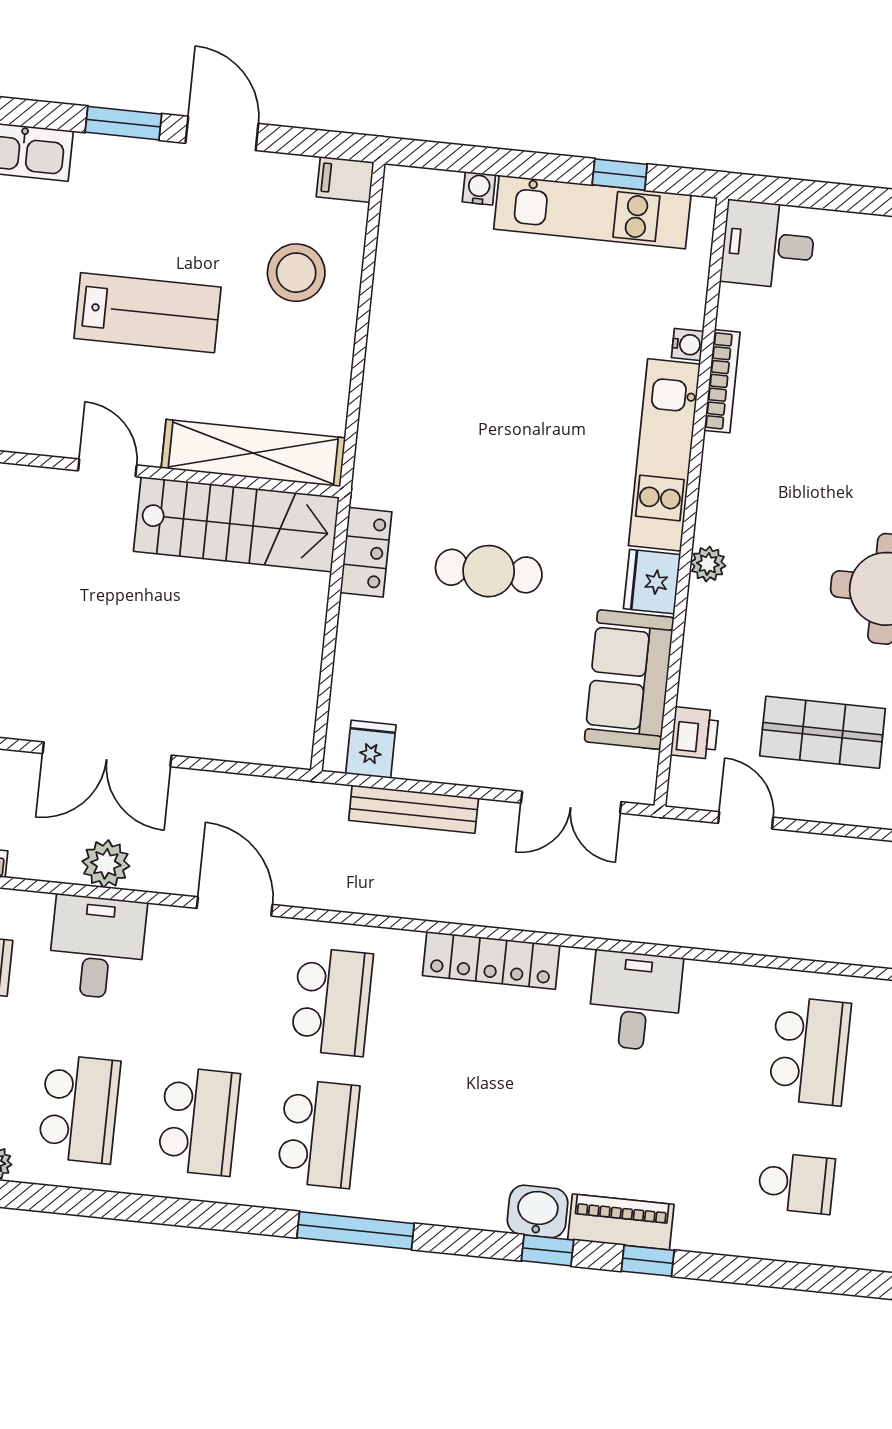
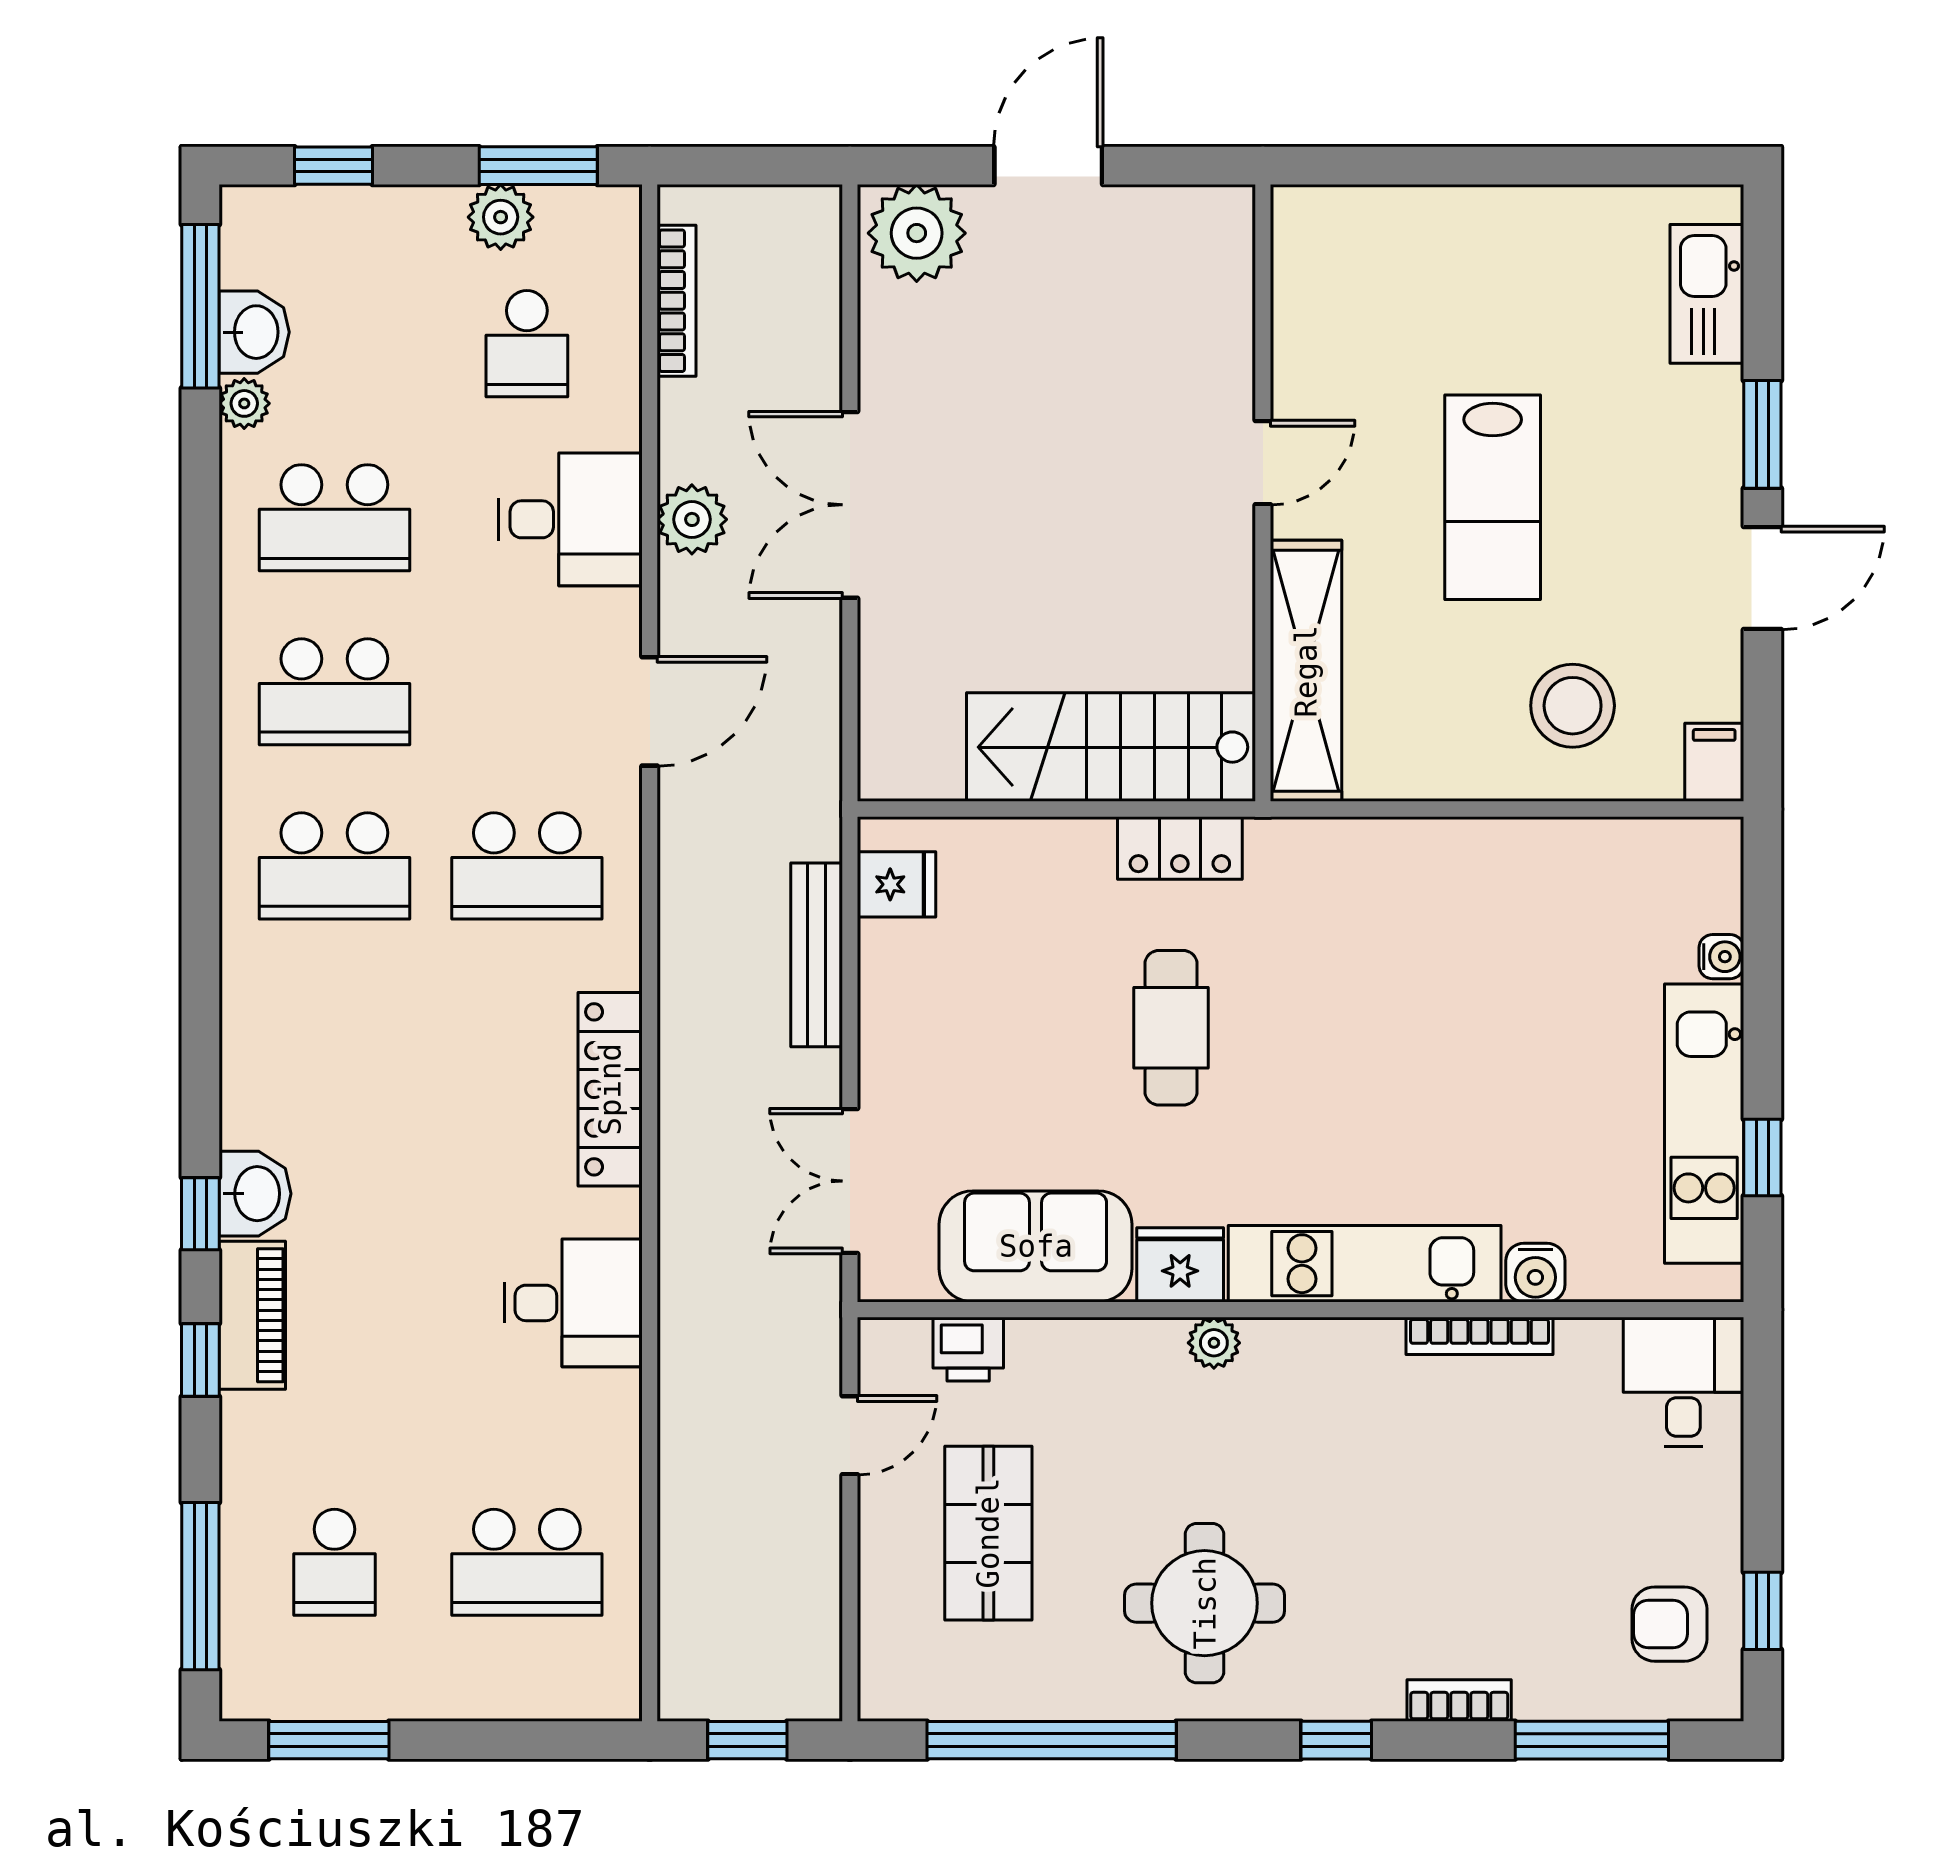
water cooler: (688, 345) -> (1535, 1273), width x1.38, depth x1.38
stairs: (236, 524) -> (1111, 747), moved, turned 90
window: (355, 1231) -> (200, 1586), moved

